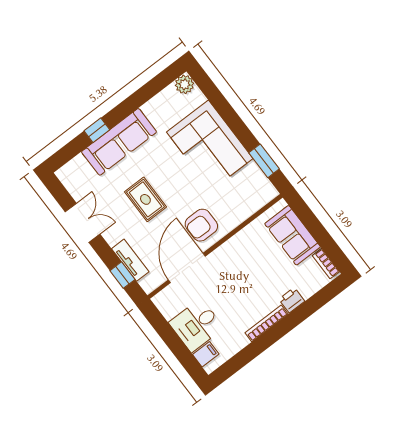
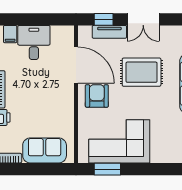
corner sofa: (210, 145) -> (119, 141), moved
rug: (145, 199) -> (142, 72), width x1.36, depth x1.43
double door: (83, 223) -> (143, 19), moved

